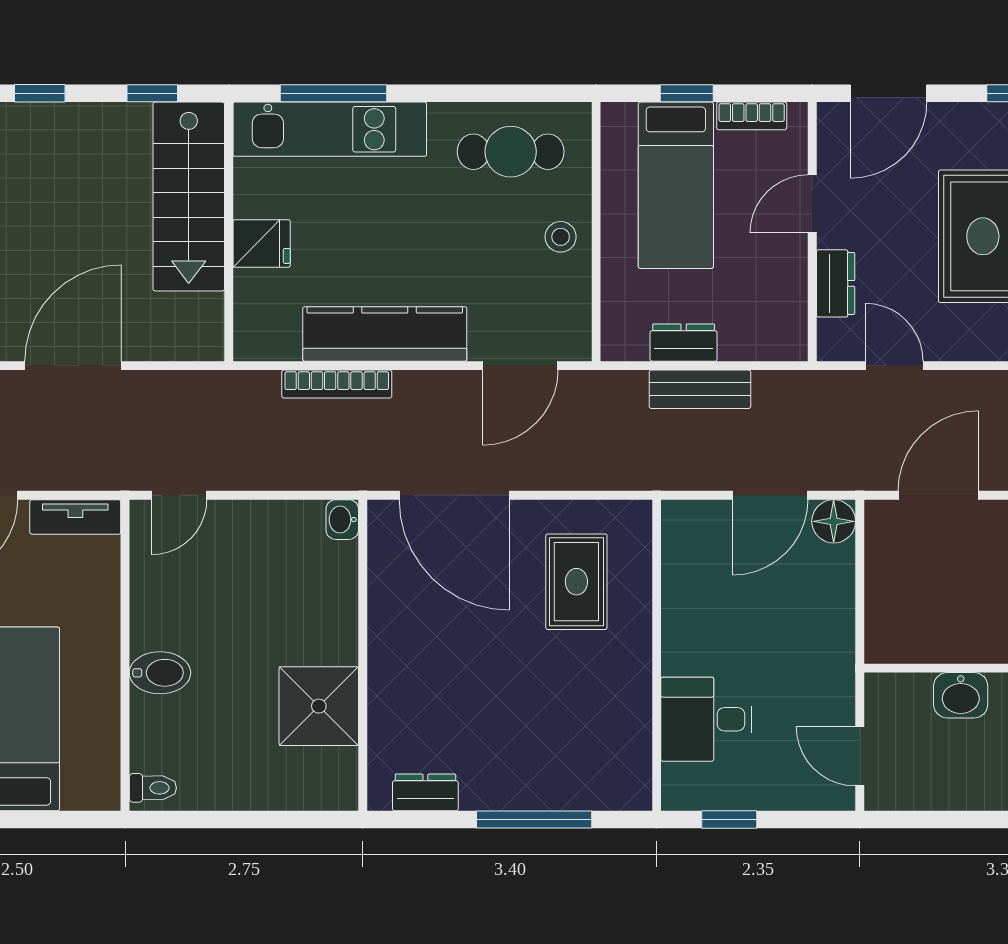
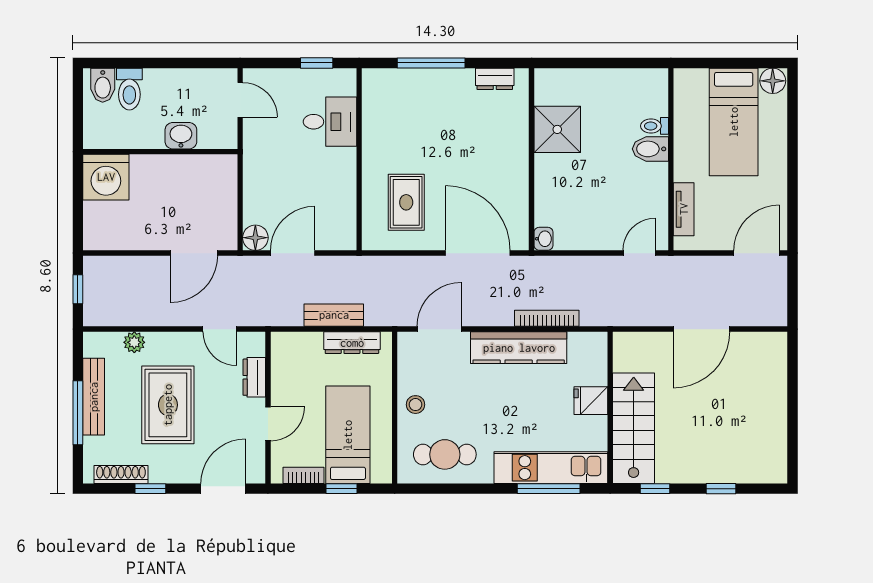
dresser: (684, 343) -> (352, 343), width x1.44
tv unit: (75, 517) -> (684, 209), moved, turned 90
toilet: (153, 788) -> (655, 126), moved

